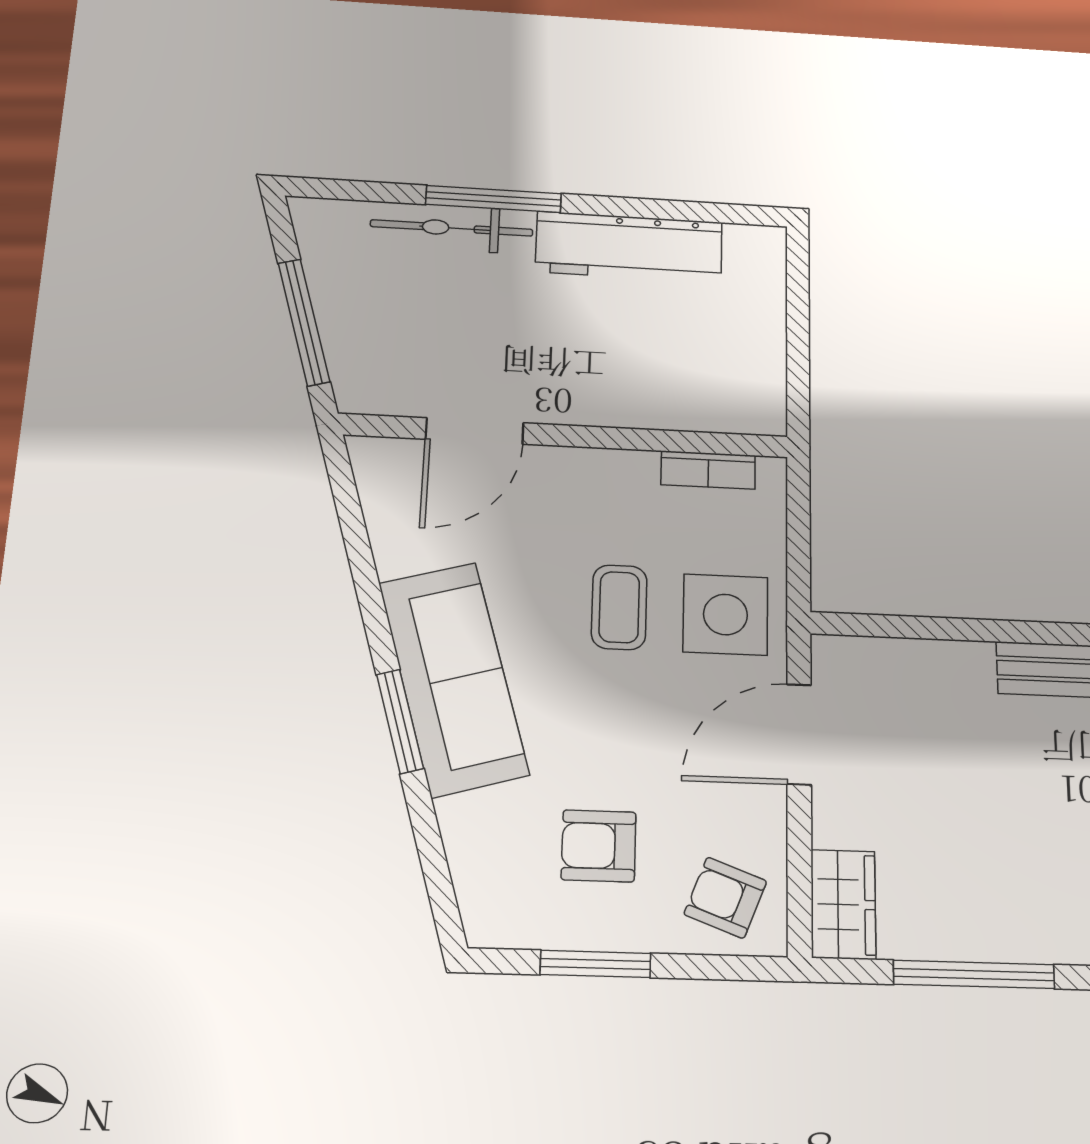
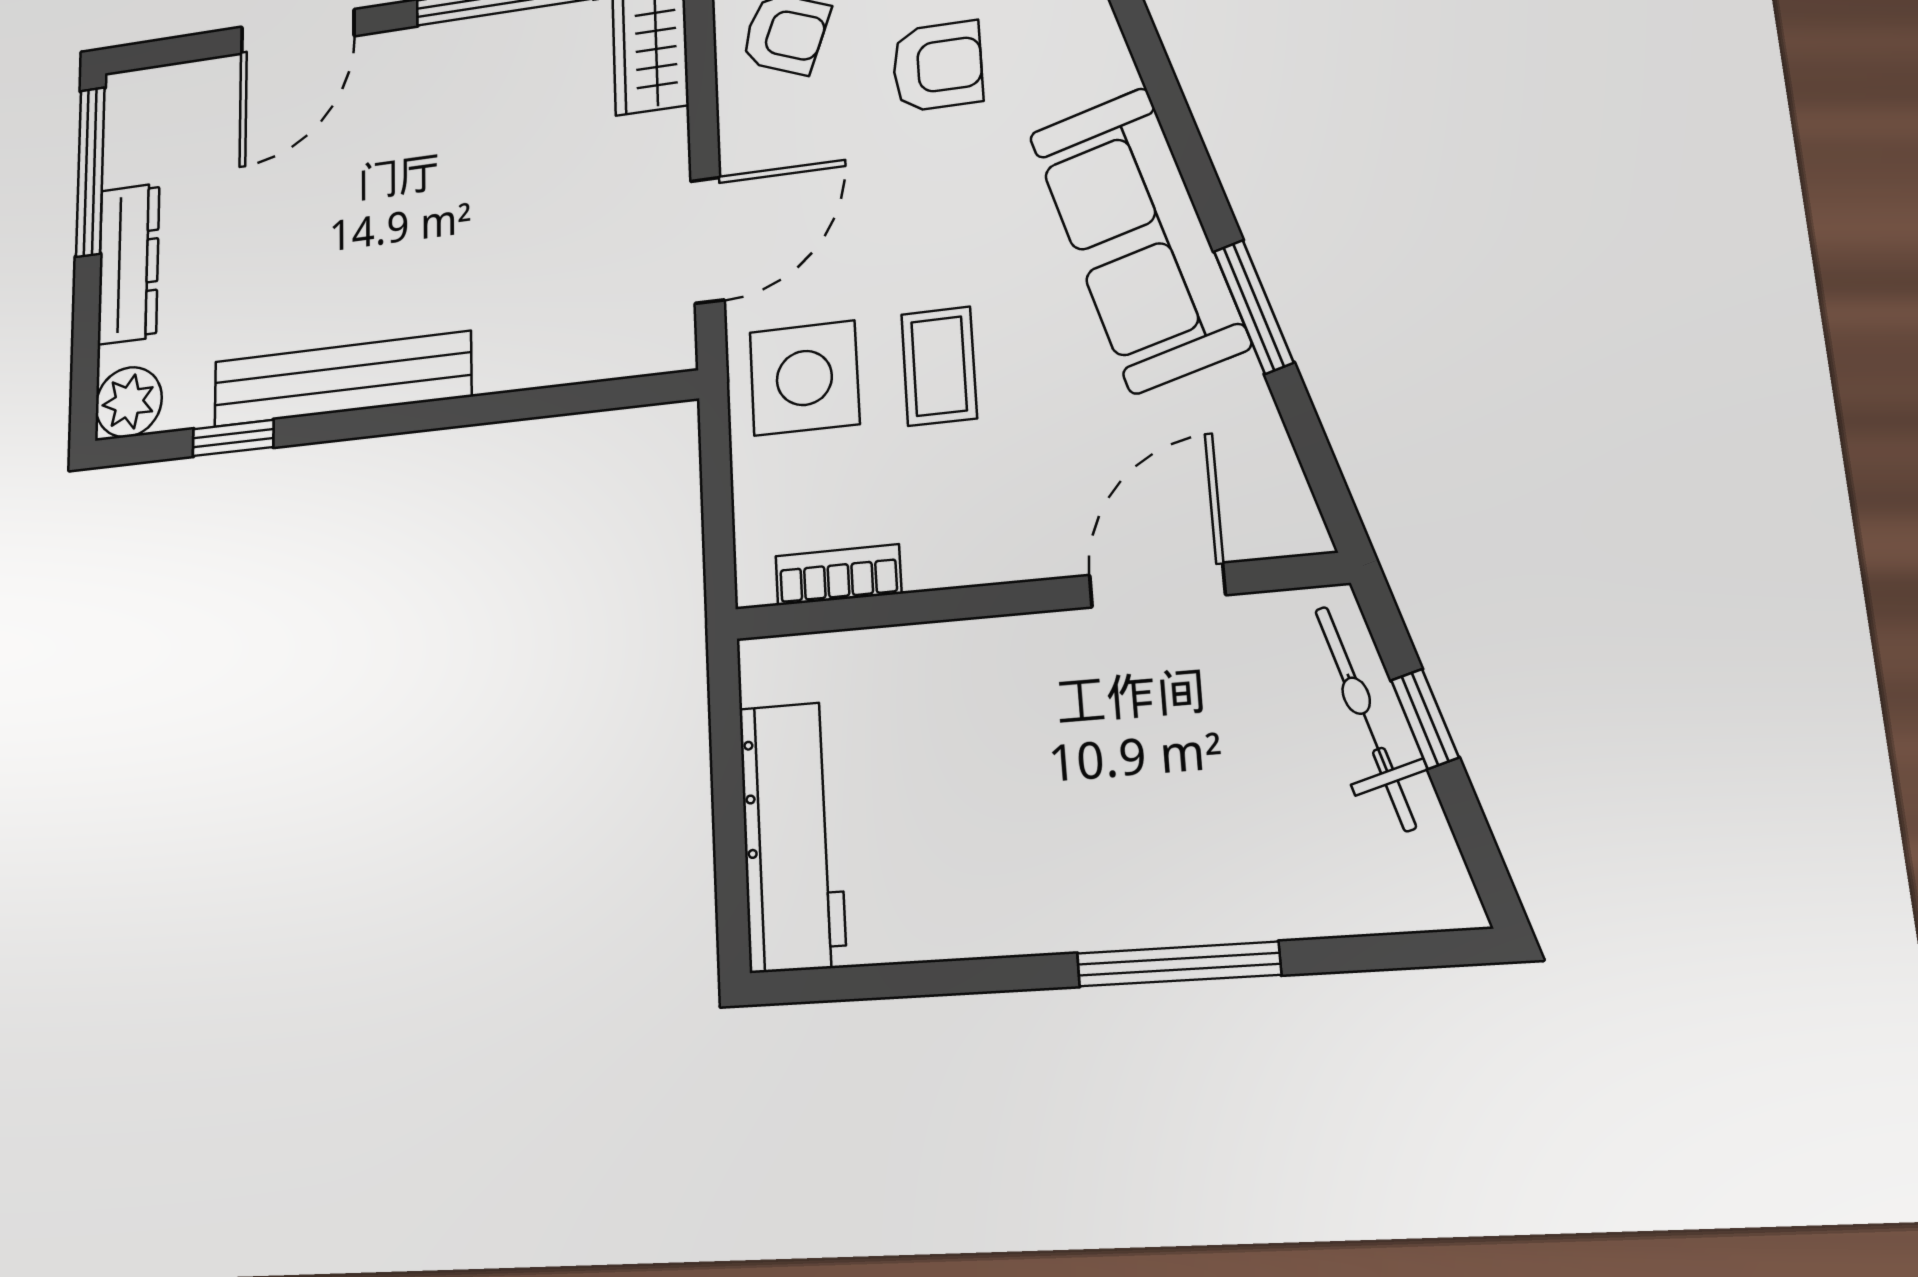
bicycle: (452, 228) -> (1365, 718), moved, turned -106
workbench: (629, 247) -> (792, 836), moved, turned 90
window: (304, 322) -> (1425, 719), width x0.46
window: (400, 721) -> (1254, 307), moved

